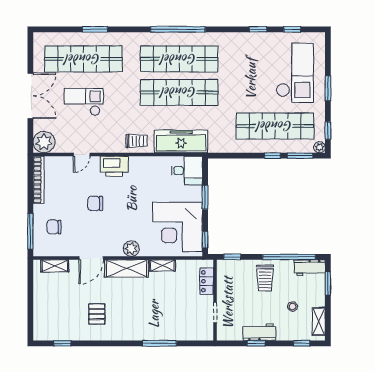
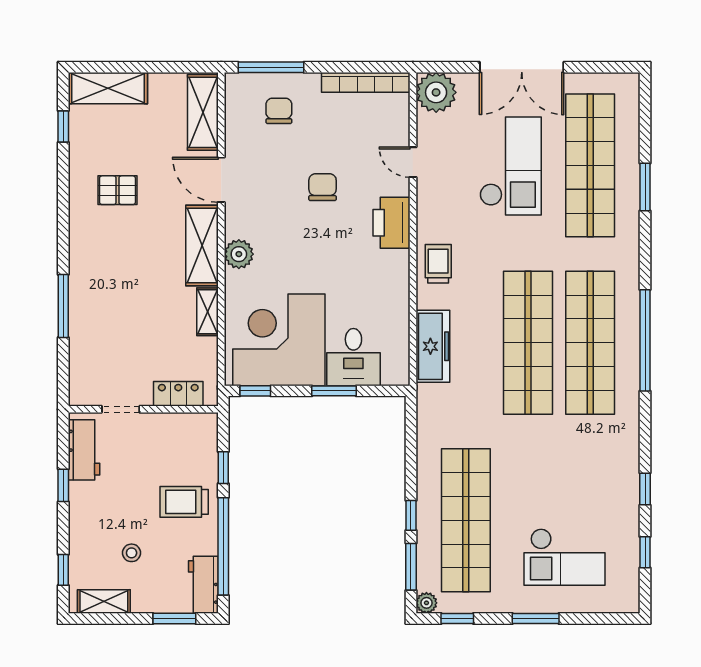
checkout: (295, 73) -> (564, 557), width x0.73, depth x0.83
checkout: (84, 102) -> (511, 166), width x1.36, depth x1.21
trolley: (137, 141) -> (438, 264), turned 180
freezer: (181, 141) -> (433, 346), width x0.73, depth x0.79
desk: (187, 171) -> (353, 357), moved
window: (232, 257) -> (223, 468), moved
shelving: (55, 266) -> (203, 112), width x1.50, depth x1.33
shelving: (42, 319) -> (108, 88), added
workbench: (259, 332) -> (84, 450), moved

